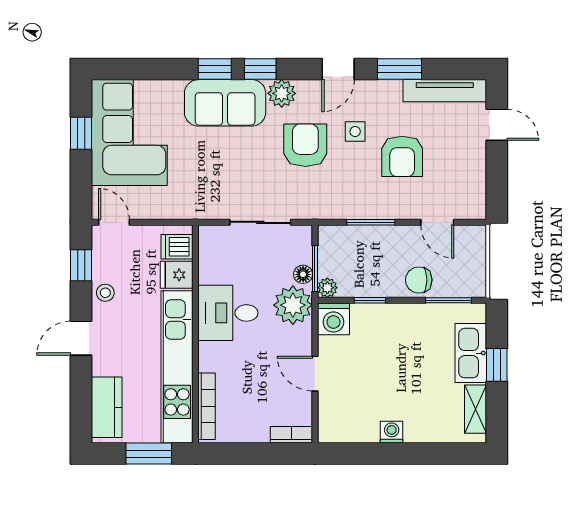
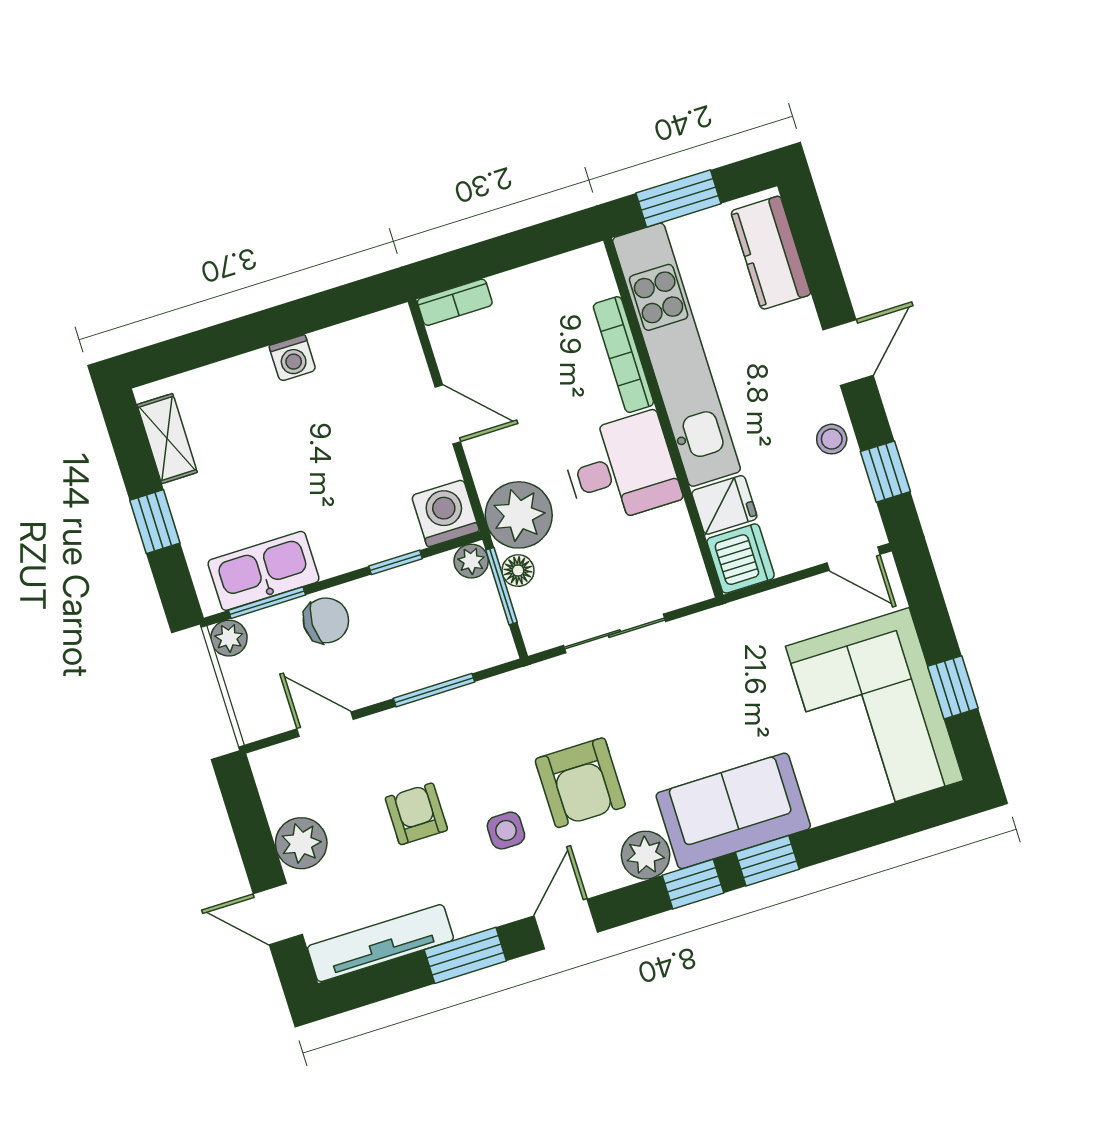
armchair: (402, 156) -> (416, 814), width x0.72, depth x0.72
plant: (471, 160) -> (301, 843), added
dishwasher: (177, 247) -> (741, 558), width x1.38
plant: (476, 287) -> (229, 638), added
kitchen sink: (471, 353) -> (263, 571), moved, turned -90
bookcase: (207, 406) -> (623, 355), moved

